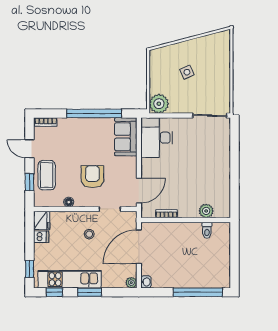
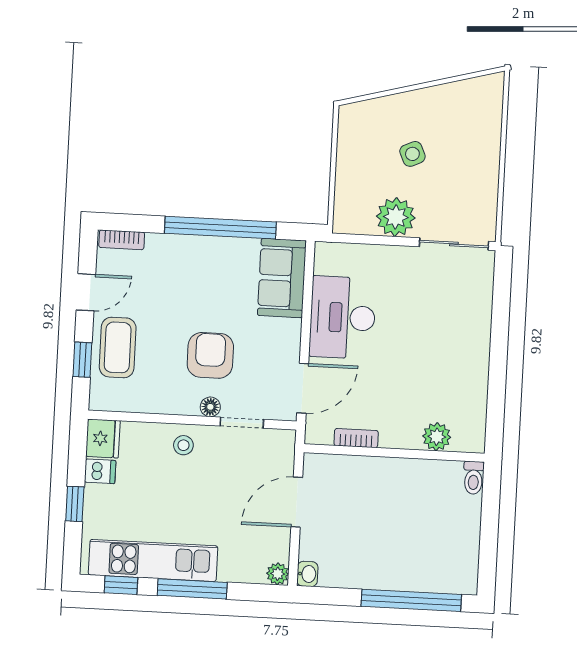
plant: (159, 104) -> (396, 217), moved
desk: (157, 138) -> (343, 317), moved
door: (30, 149) -> (86, 292), swing flipped
floor lamp: (69, 202) -> (210, 407), moved
toilet: (207, 230) -> (474, 478), moved
stool: (89, 234) -> (183, 445), moved
door: (139, 247) -> (297, 502), width x0.73
window: (30, 269) -> (75, 504), moved
window: (90, 292) -> (192, 589), width x1.44

